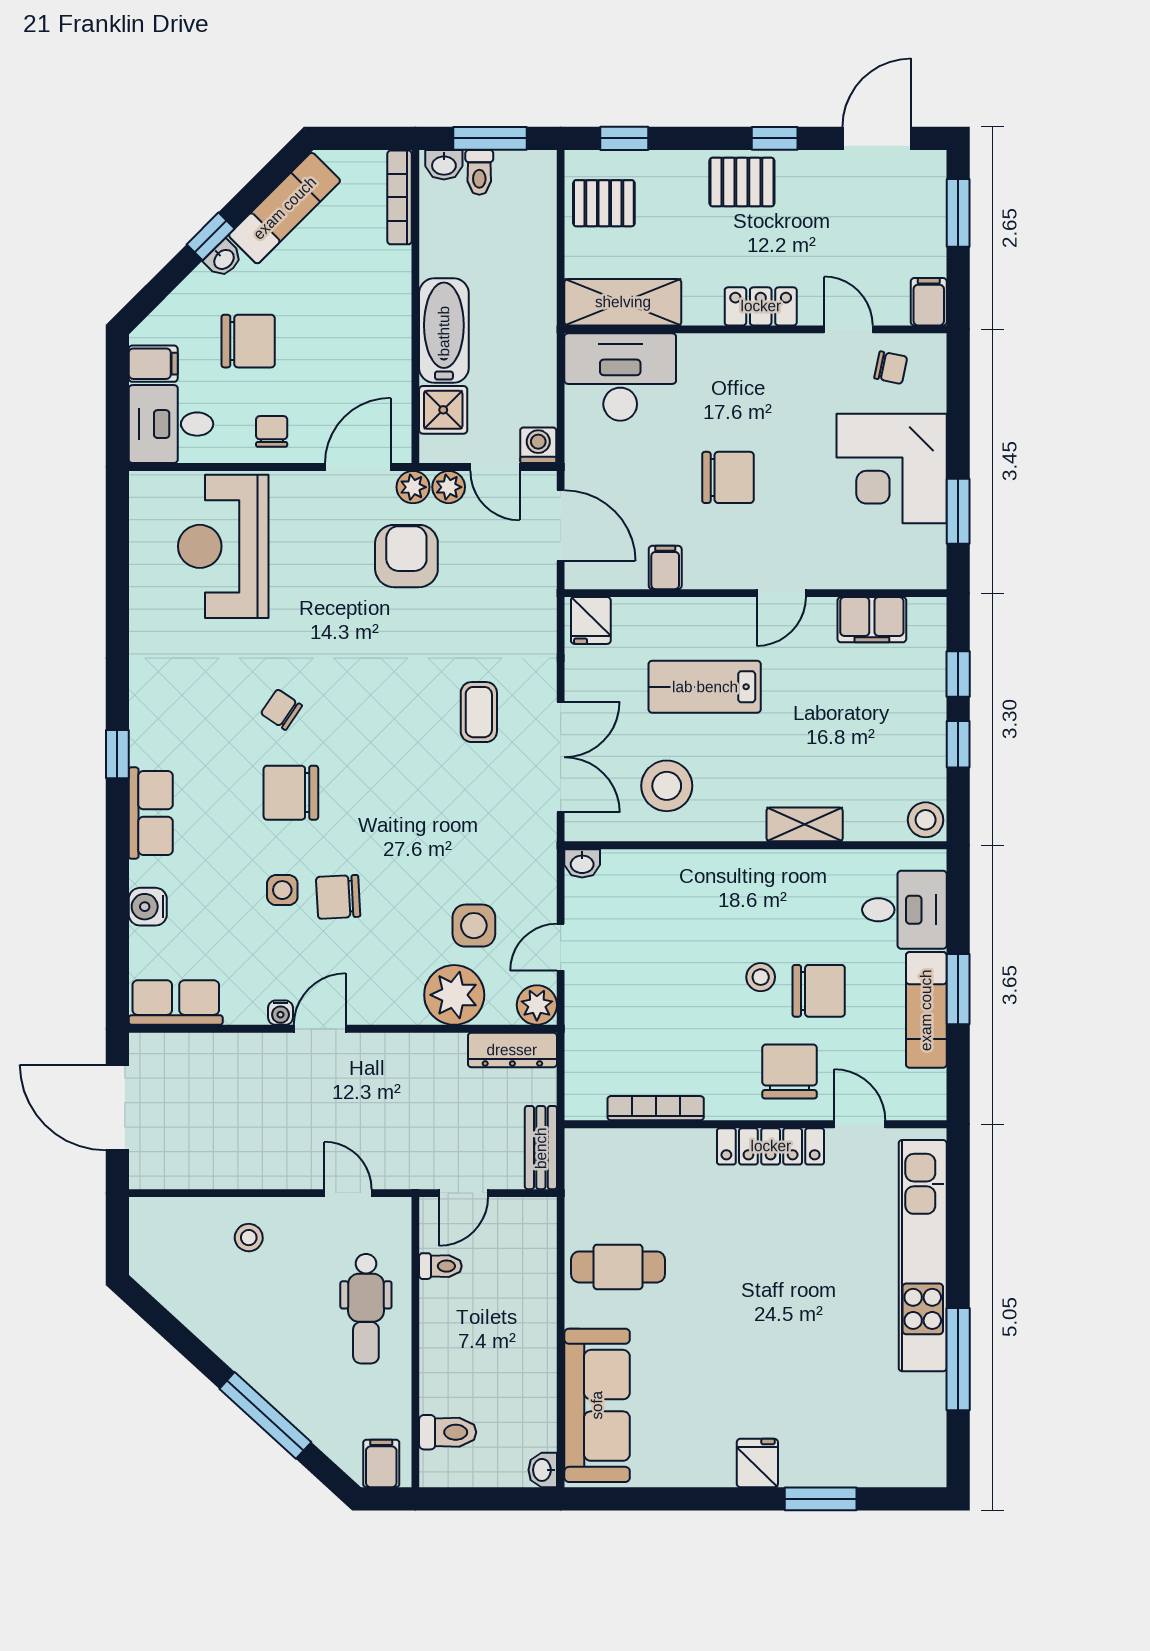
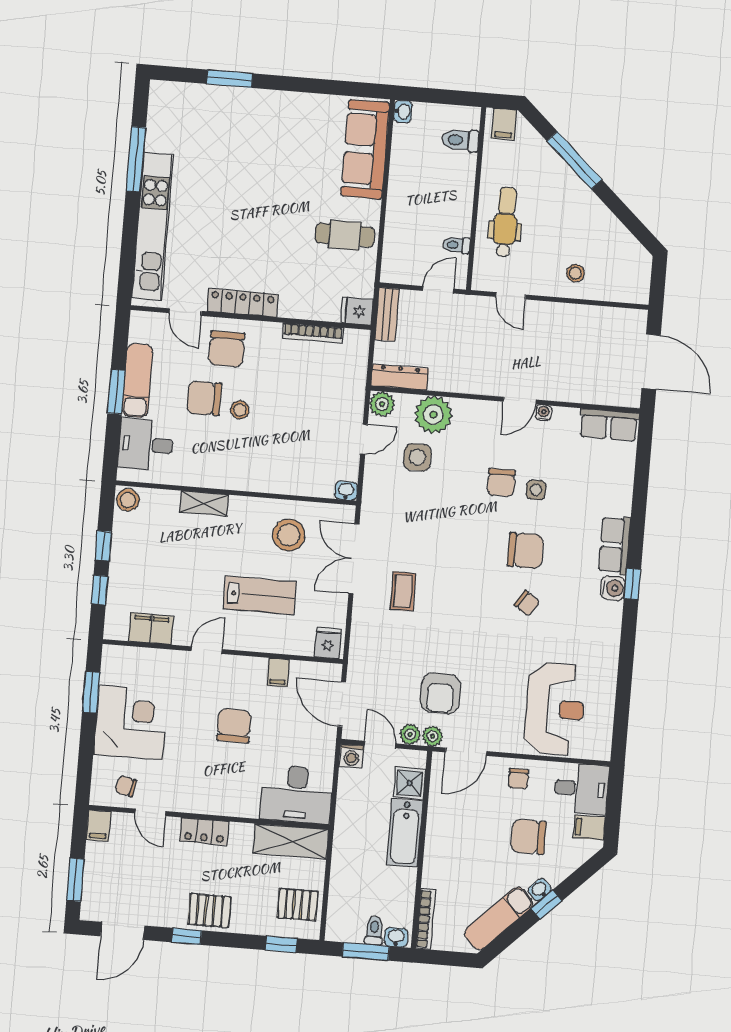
chair: (728, 477) -> (234, 726), turned 90
chair: (338, 897) -> (501, 483), turned 93
water cooler: (148, 907) -> (613, 588), moved
fridge: (757, 1463) -> (357, 311), moved, turned 90

